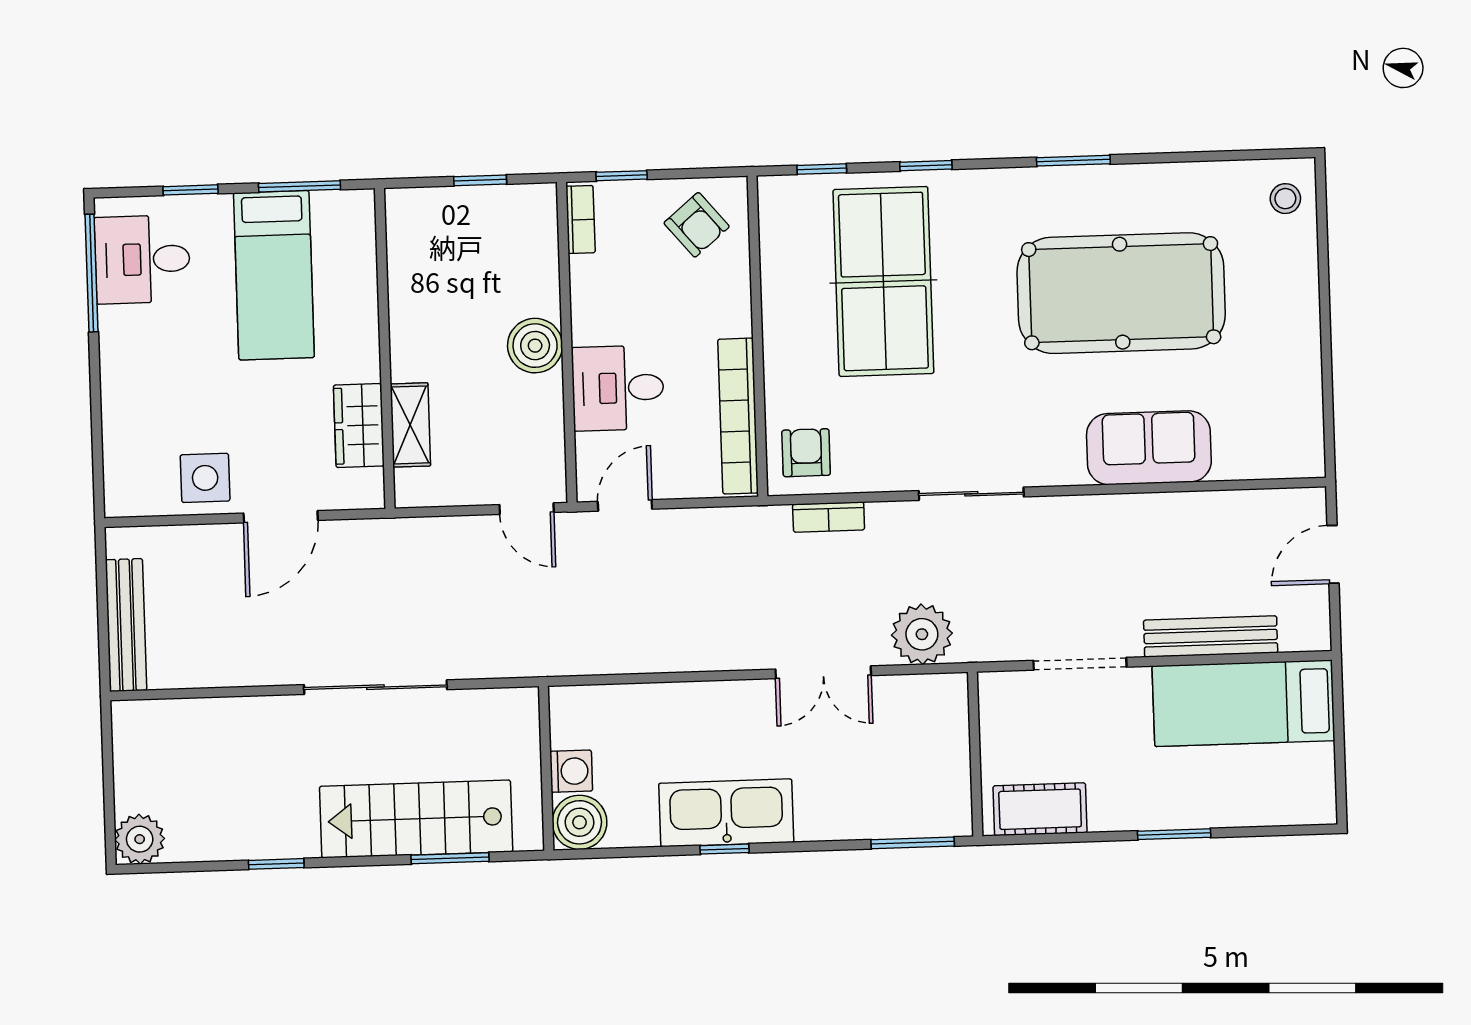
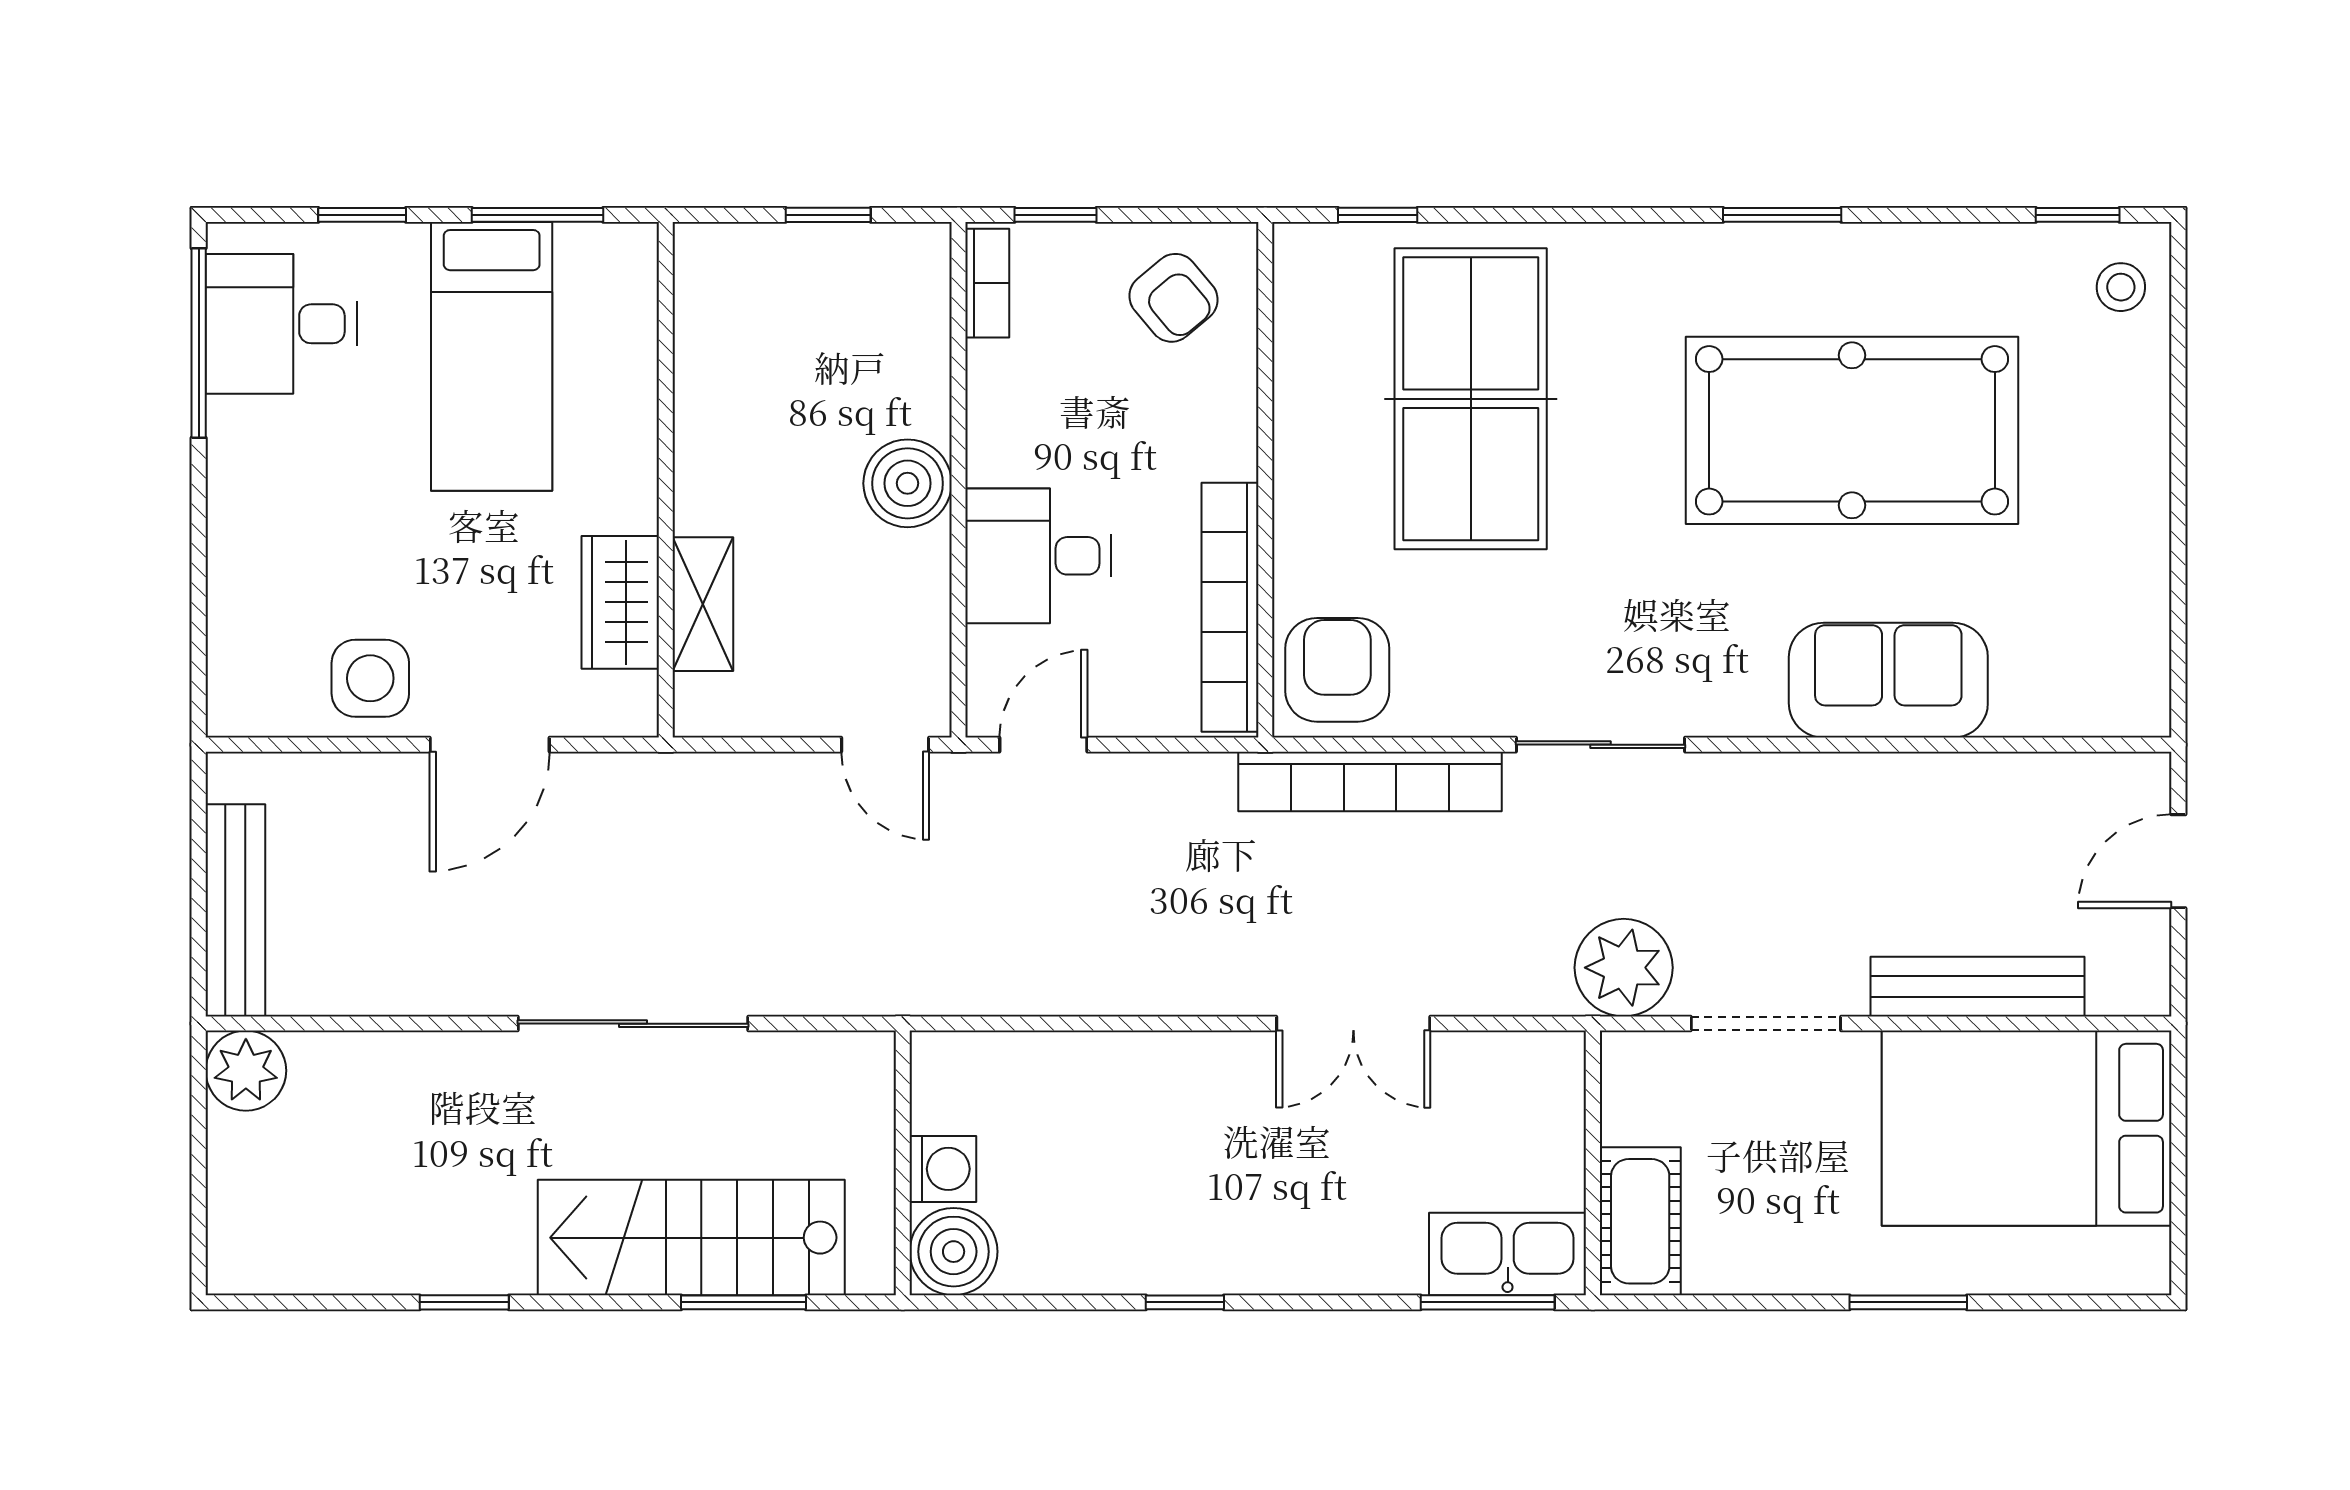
window: (926, 166) -> (2078, 215), moved
armchair: (806, 453) -> (1337, 670), width x1.38, depth x1.38
bookcase: (829, 517) -> (1370, 782), width x2.31, depth x1.31
plant: (922, 634) -> (1624, 968), moved
bed: (1244, 703) -> (2027, 1128), width x1.50
cot: (1040, 809) -> (1640, 1221), moved, turned 90
kitchen sink: (726, 813) -> (1508, 1254), moved, width x0.73, depth x0.81
plant: (140, 839) -> (246, 1071), moved

